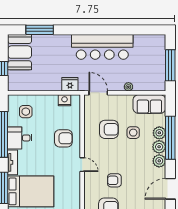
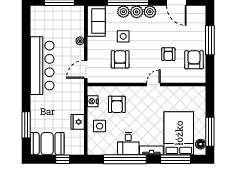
fridge: (70, 84) -> (78, 122), moved
side table: (26, 112) -> (100, 126), moved
armchair: (63, 138) -> (117, 104), moved, turned 180

